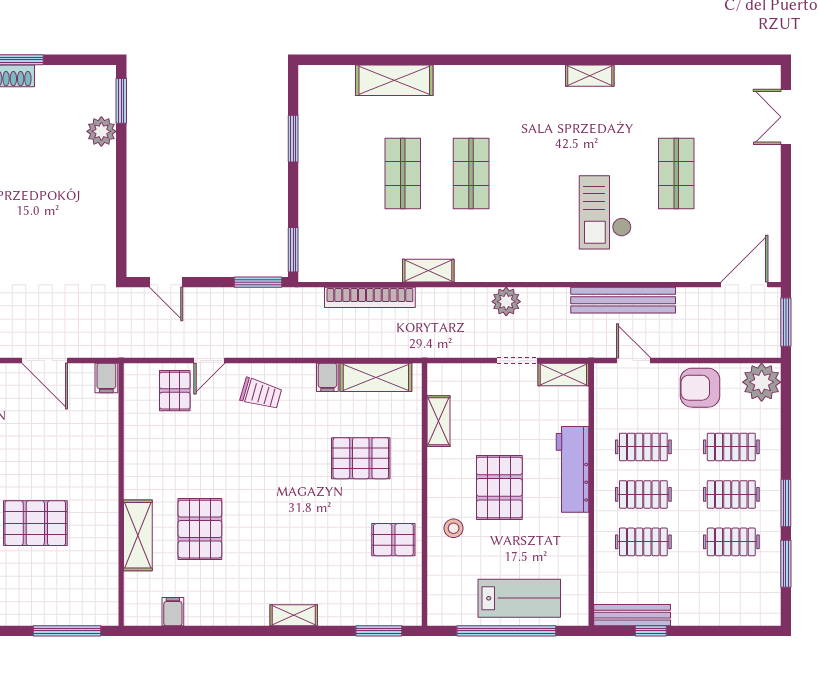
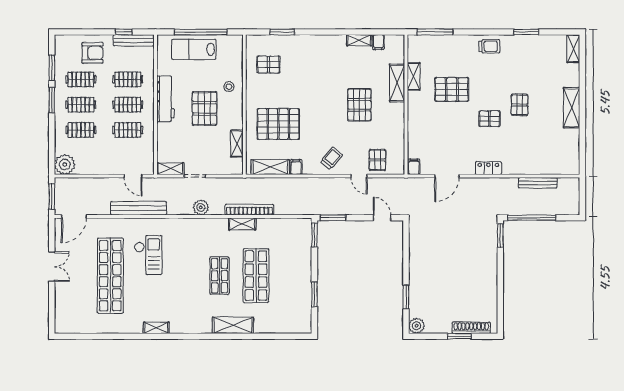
shelving: (394, 80) -> (233, 325), moved
window: (121, 101) -> (406, 297), moved
double door: (786, 117) -> (52, 267), moved
plant: (101, 131) -> (417, 326), moved
shop shelf: (403, 173) -> (256, 276), width x1.43, depth x1.36
shop shelf: (676, 173) -> (110, 276), width x2.00, depth x1.36
bookcase: (370, 297) -> (249, 210), moved
door: (45, 360) -> (447, 176), swing flipped
door: (209, 360) -> (359, 176), swing flipped
armchair: (700, 388) -> (92, 53), moved
trolley: (261, 394) -> (331, 158), turned 114
pallet: (361, 458) -> (278, 124), width x1.37, depth x1.41
workbench: (573, 469) -> (165, 99), moved
pallet: (200, 529) -> (359, 105), moved
pallet: (393, 540) -> (268, 65), moved
shelving: (107, 547) -> (414, 76), added
shelving: (294, 615) -> (359, 40), moved
window: (379, 631) -> (282, 32), moved

